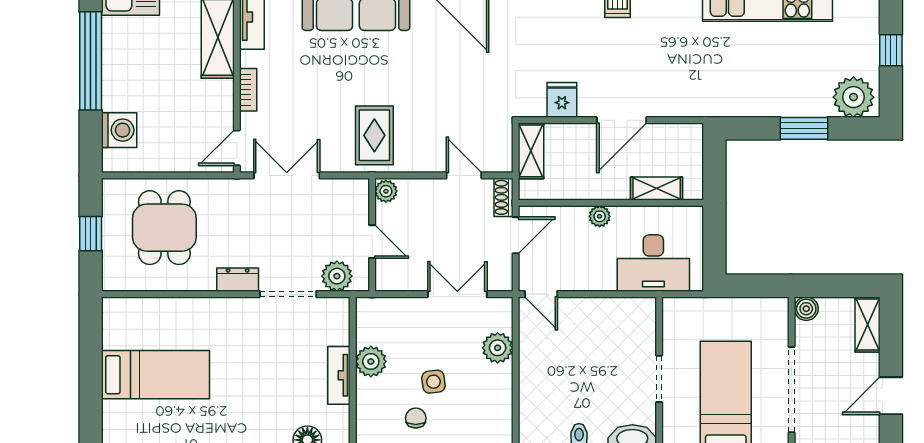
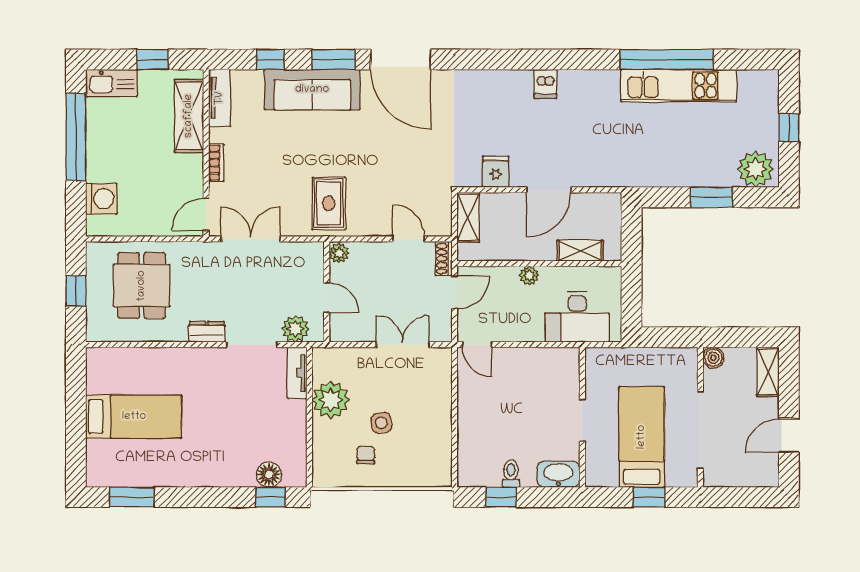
plant: (498, 348) -> (438, 393), removed
plant: (371, 361) -> (331, 400), width x1.36, depth x1.36
tv unit: (339, 375) -> (297, 373), moved

